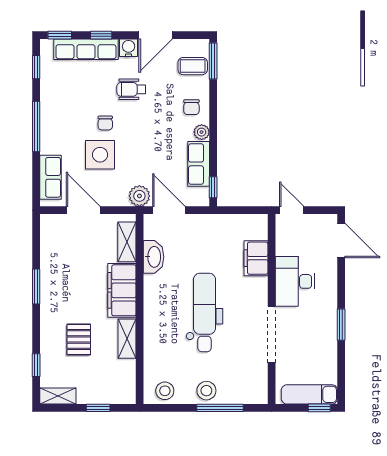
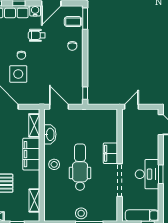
plant: (202, 132) -> (78, 61), removed
row of seats: (199, 164) -> (77, 79), removed
plant: (139, 196) -> (42, 98), removed
door: (292, 210) -> (131, 107), hinge flipped
filing cabinet: (256, 258) -> (110, 153), moved
desk: (295, 281) -> (147, 174), moved, turned 180
shelving: (127, 339) -> (34, 200), moved
stool: (165, 391) -> (54, 164), moved

